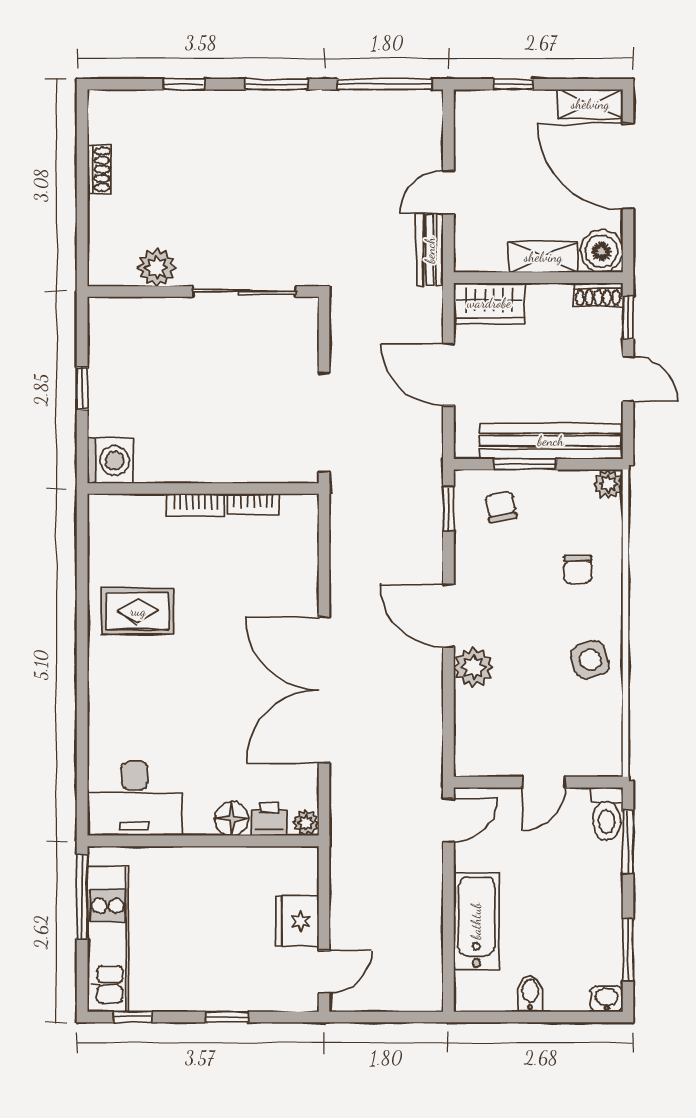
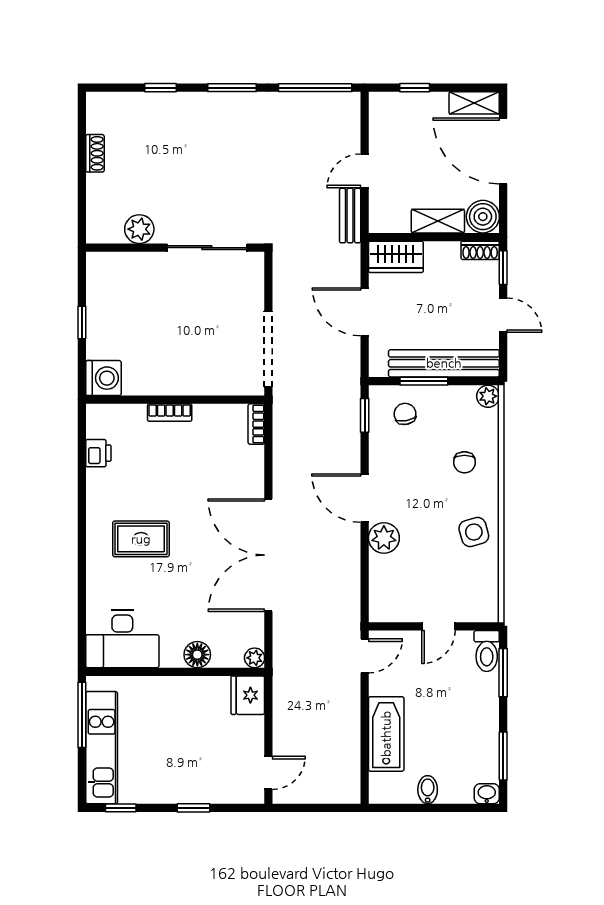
bookcase: (254, 504) -> (256, 424), moved, turned 90
rug: (138, 611) -> (141, 539), moved
printer: (269, 819) -> (98, 453), moved, turned 90
fridge: (297, 921) -> (248, 695), moved

